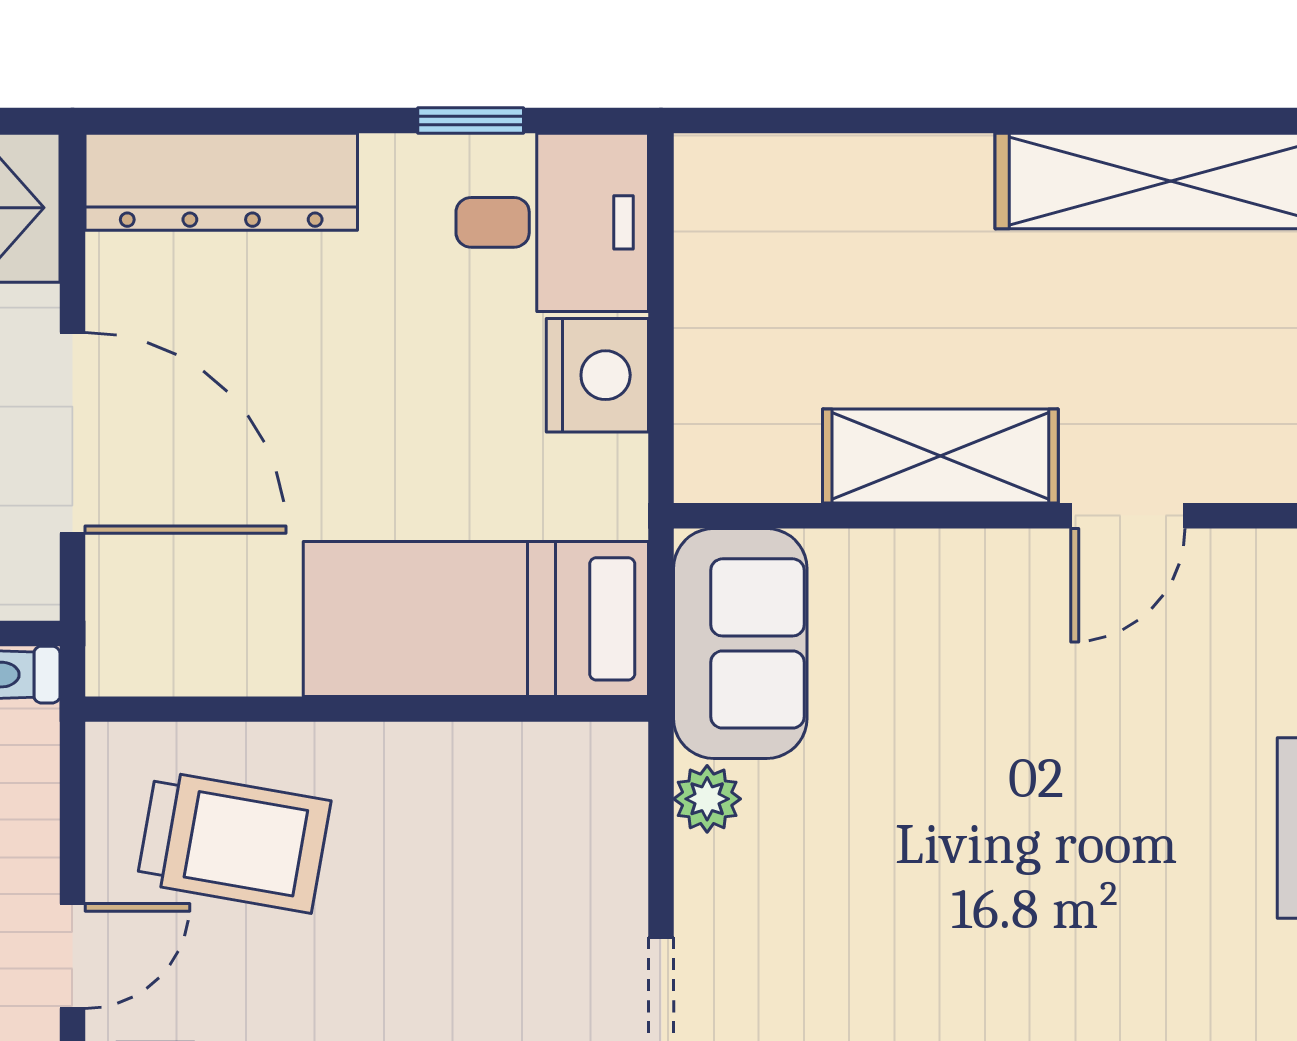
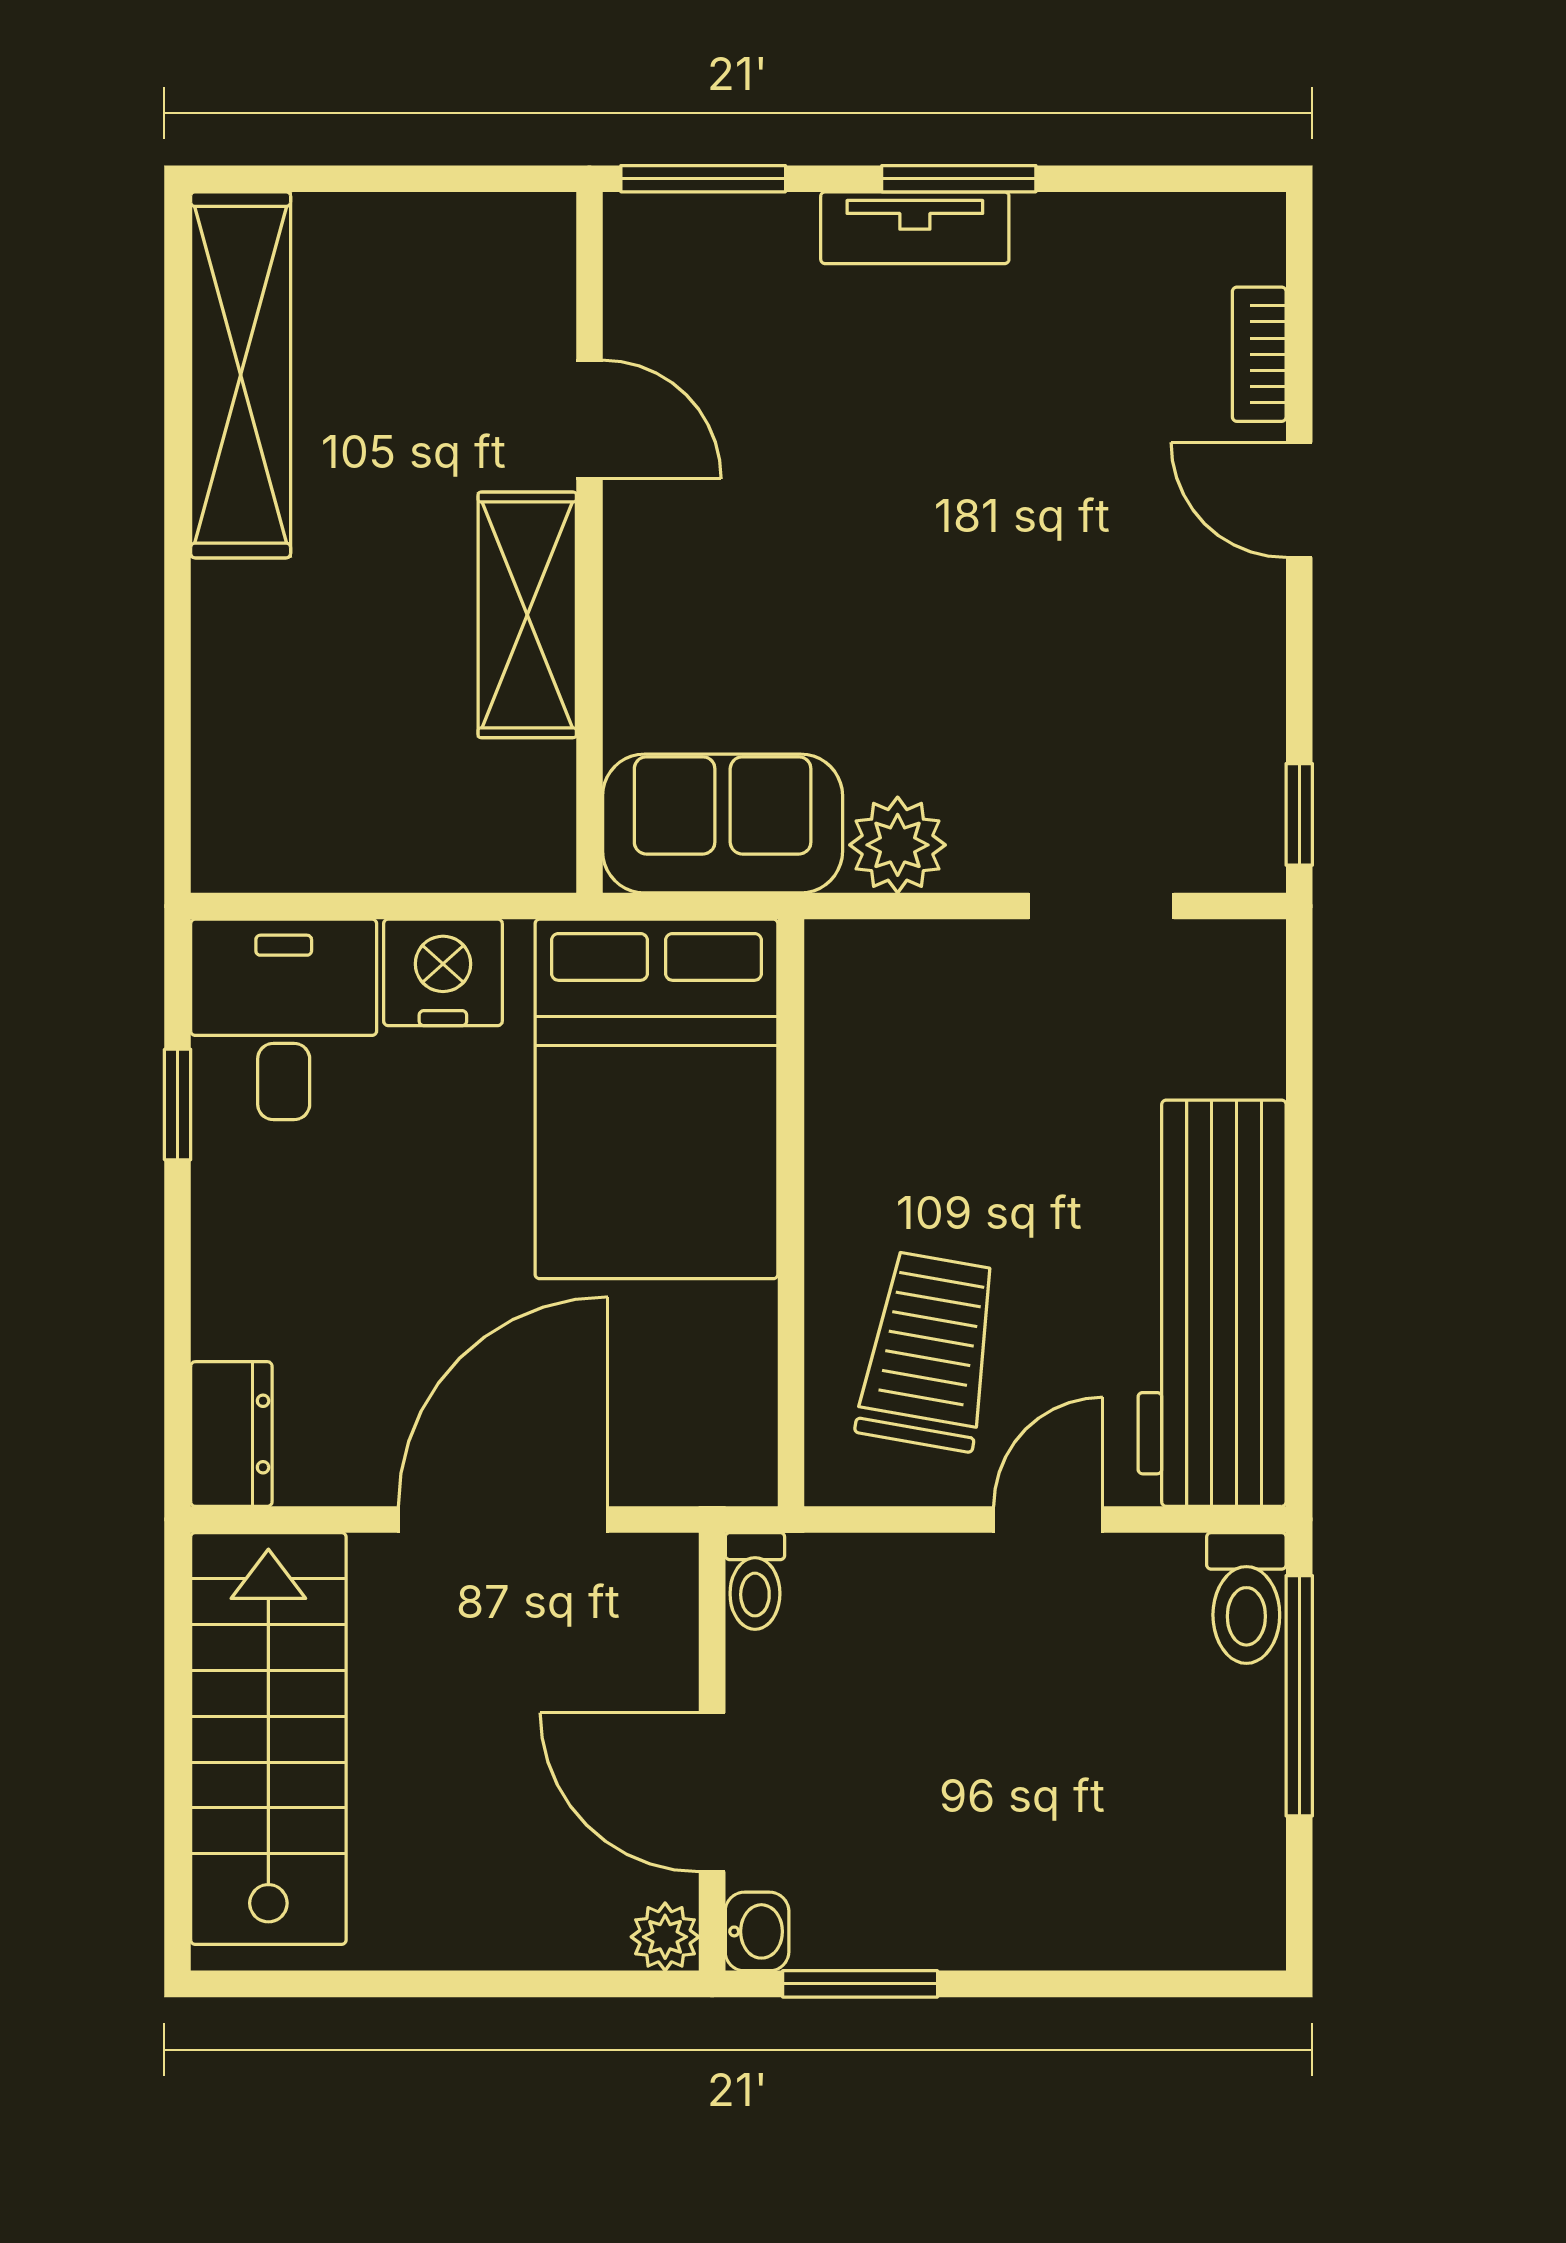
dresser: (221, 182) -> (231, 1434), width x0.51, depth x0.80
bed: (476, 619) -> (656, 1099), width x1.50
plant: (707, 799) -> (898, 845), width x1.38, depth x1.38
door: (72, 956) -> (1048, 1519), hinge flipped

